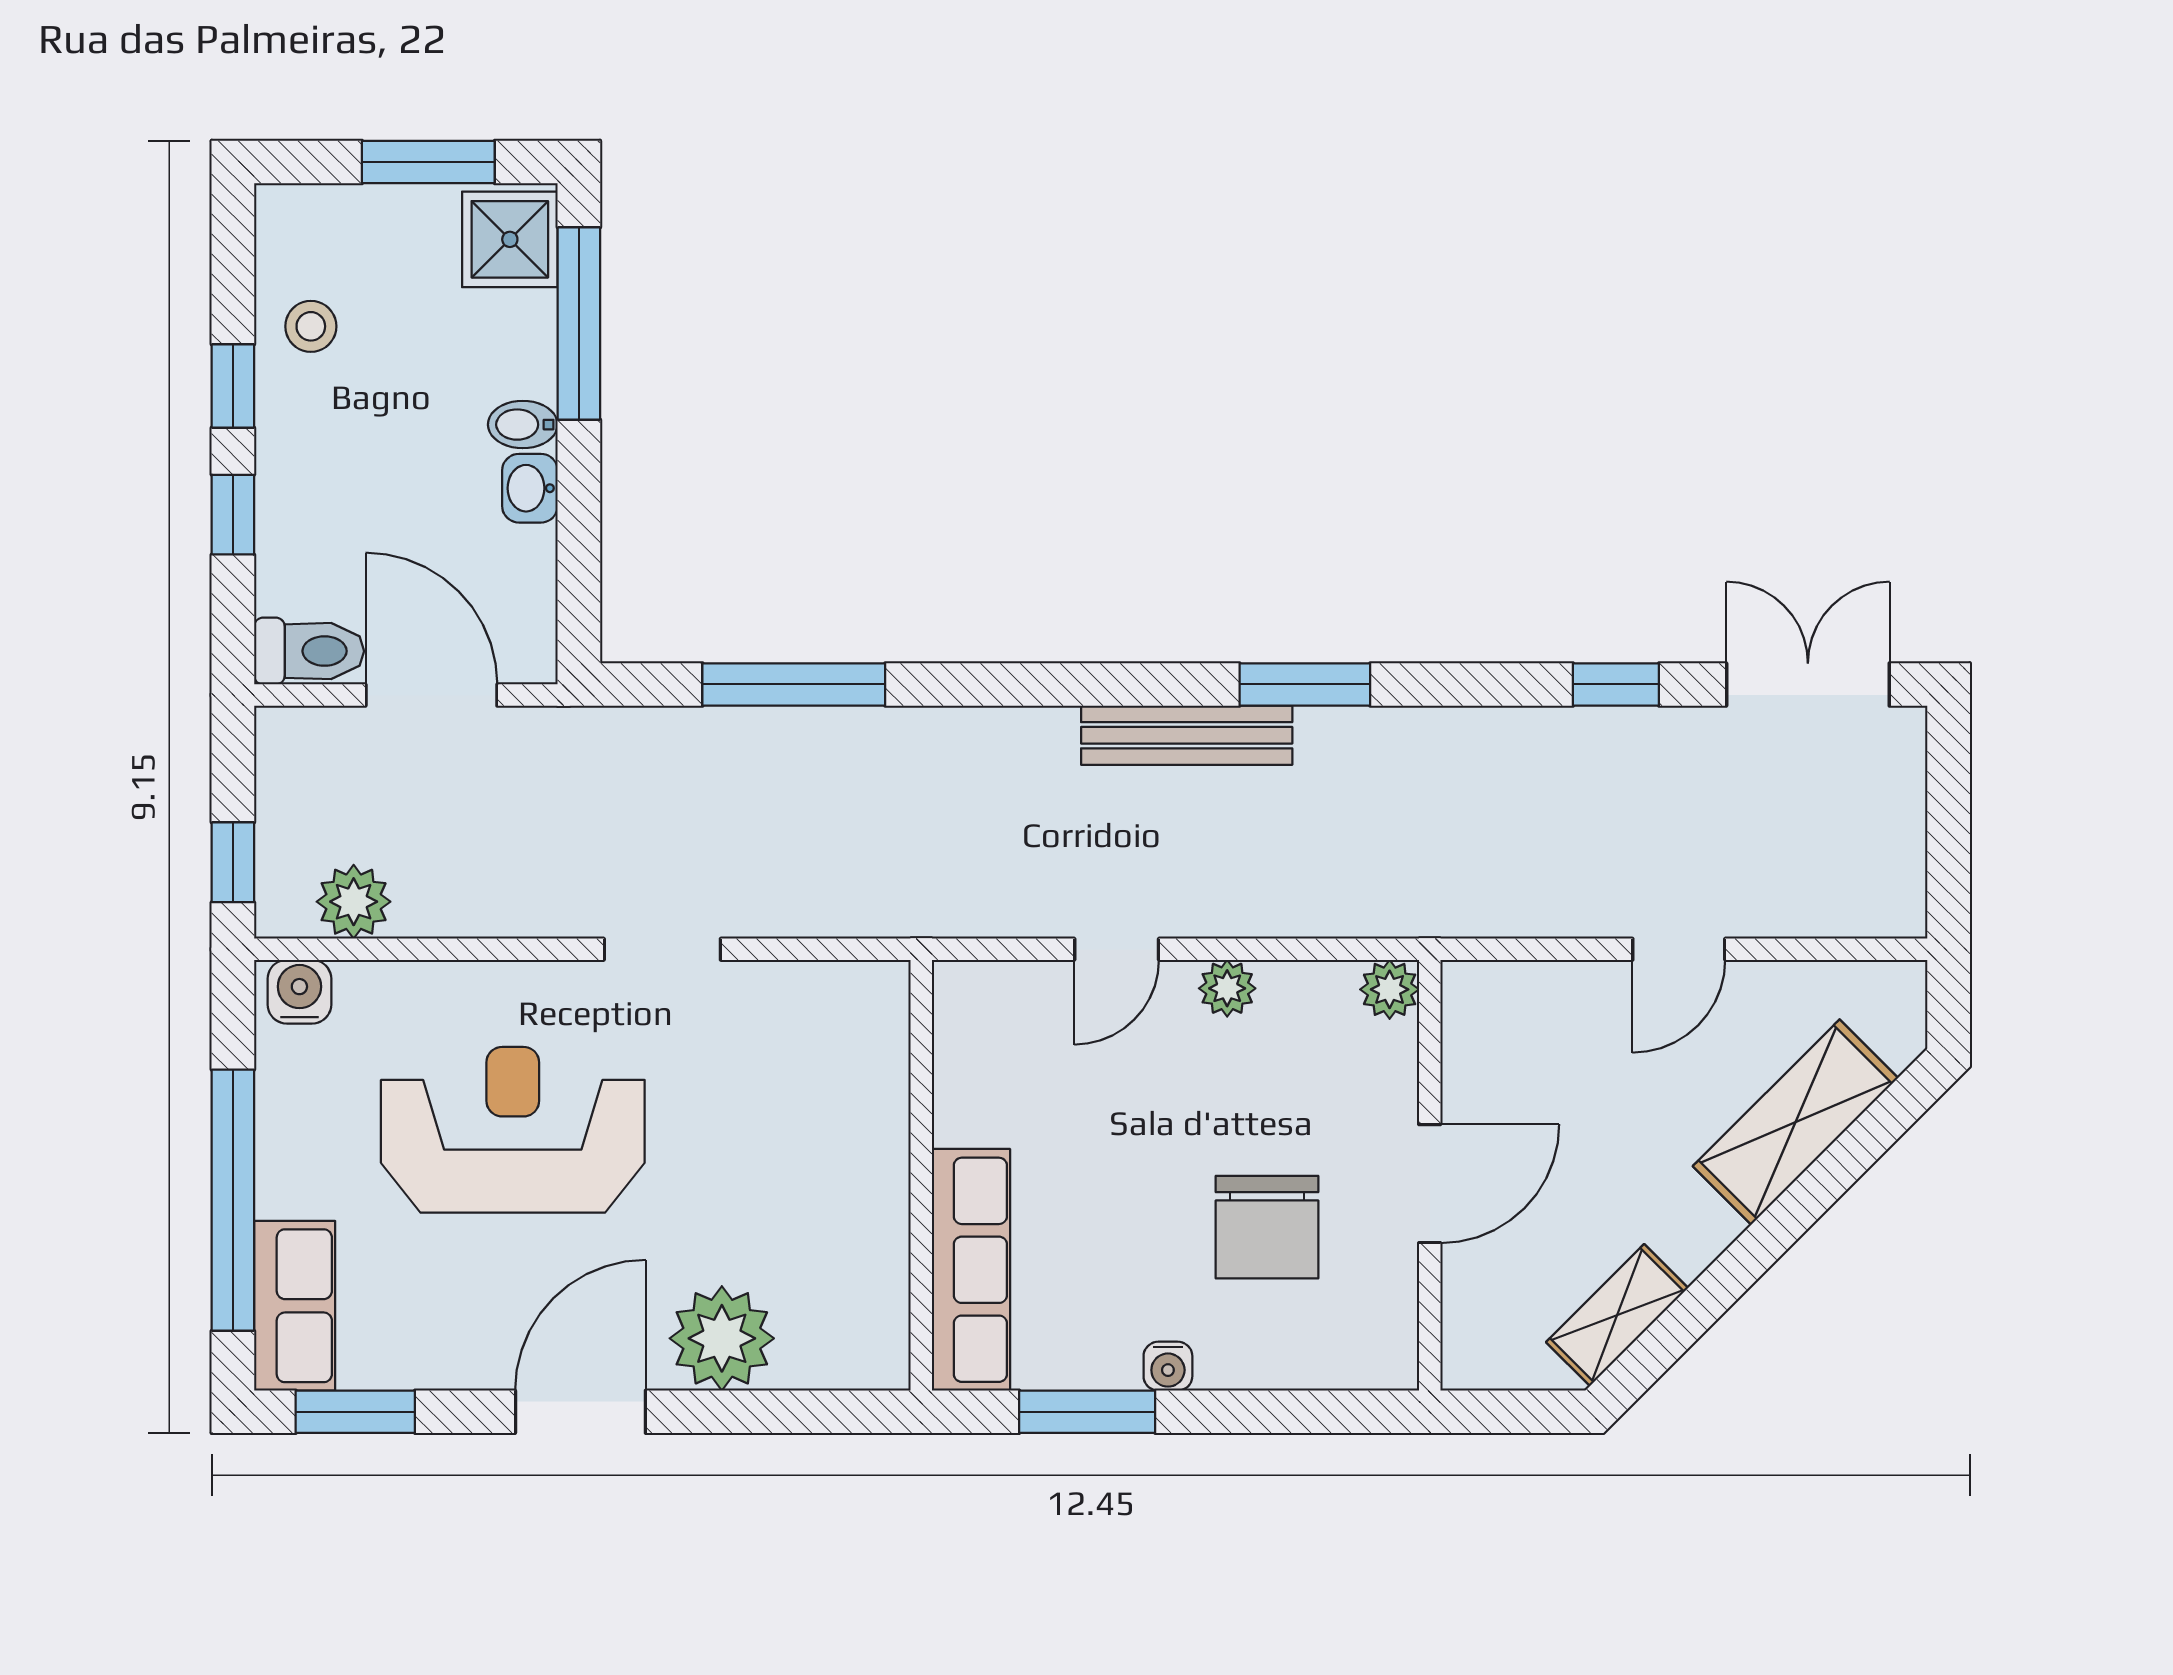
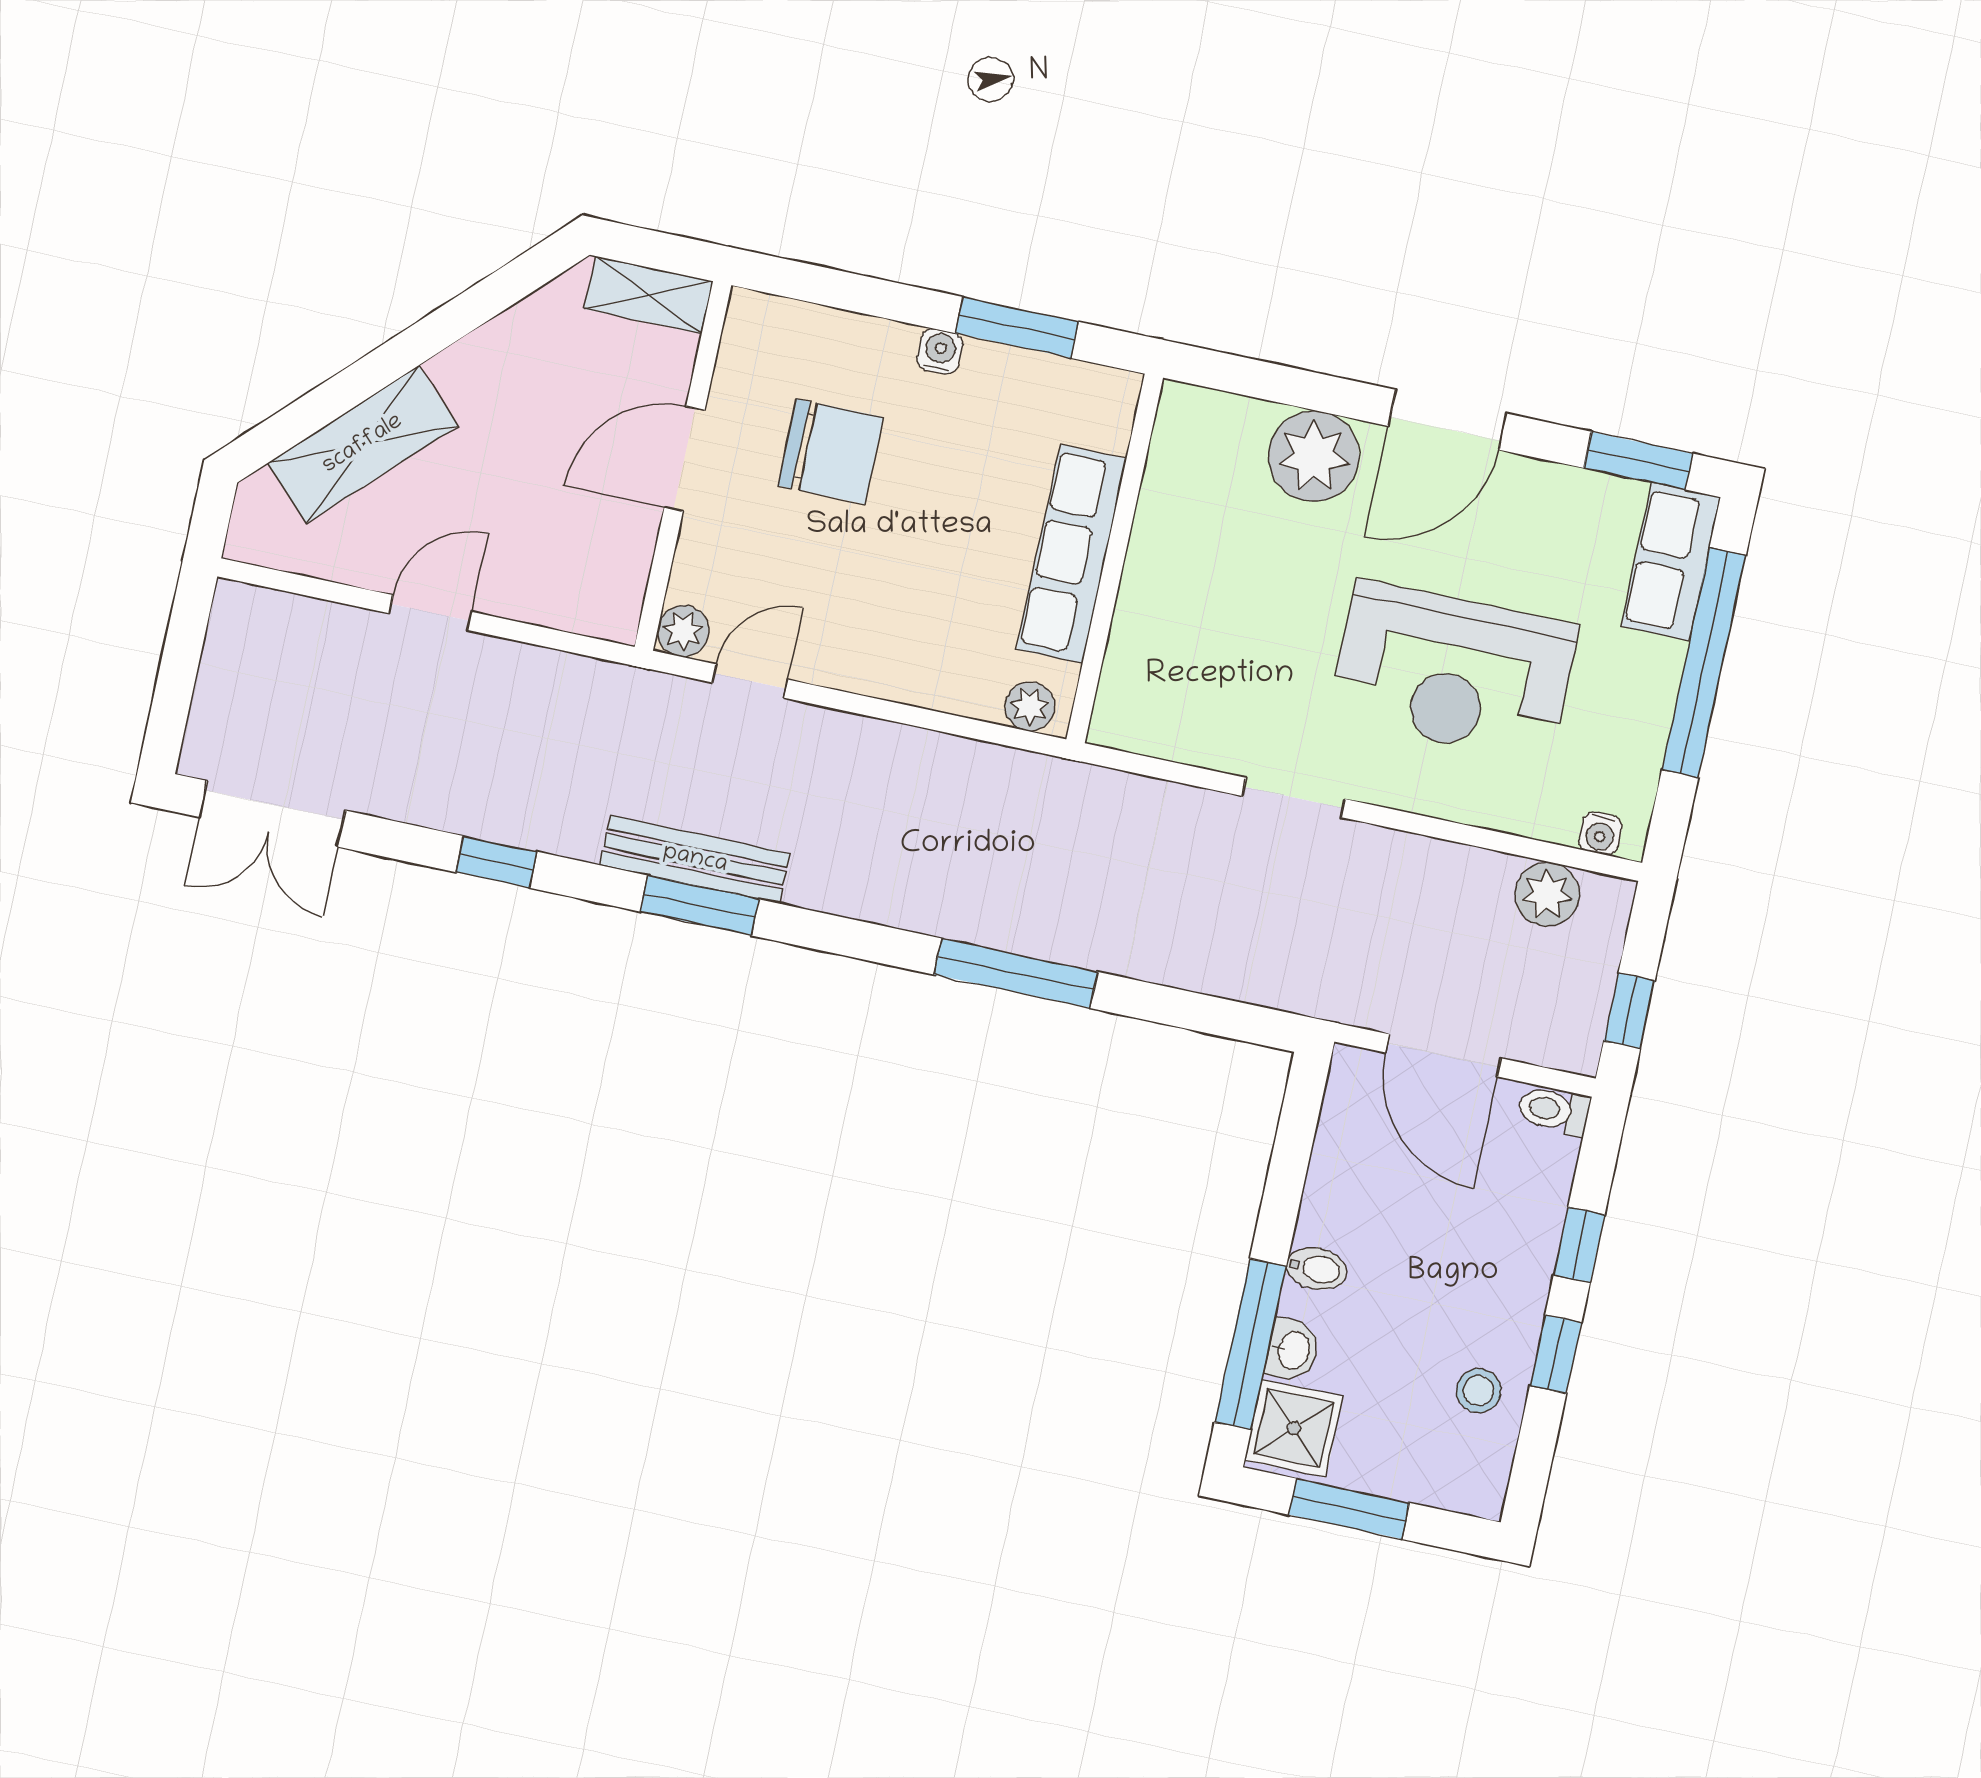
washbasin: (530, 488) -> (1293, 1350), moved
toilet: (309, 651) -> (1554, 1110), width x0.73, depth x0.72
window: (794, 684) -> (1016, 973), moved
window: (1616, 684) -> (496, 862), moved
bench: (1187, 735) -> (695, 859), moved
window: (233, 862) -> (1629, 1011), moved
door: (1117, 949) -> (750, 681), moved
plant: (1227, 988) -> (1030, 706), moved
water cooler: (299, 992) -> (1600, 833), width x0.72, depth x0.72
chair: (1267, 1227) -> (831, 451), turned 90
row of seats: (971, 1270) -> (1072, 554), moved
shelving: (1617, 1315) -> (649, 295), moved, turned 45

